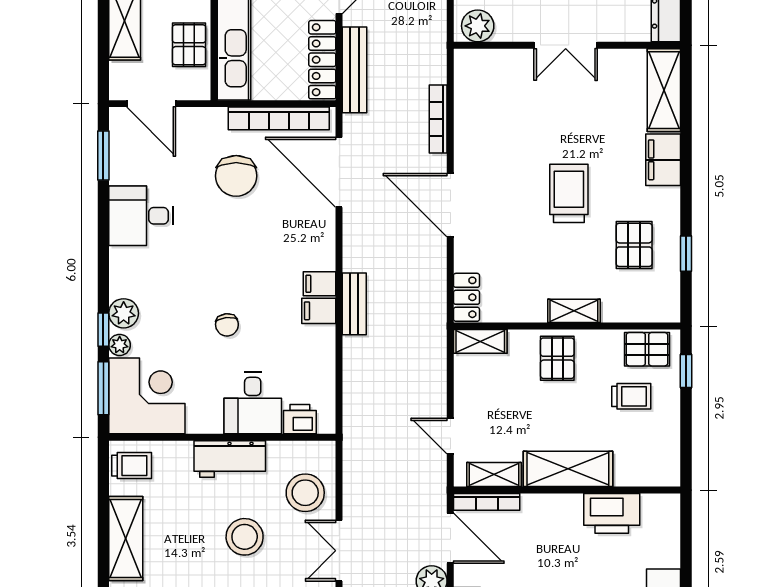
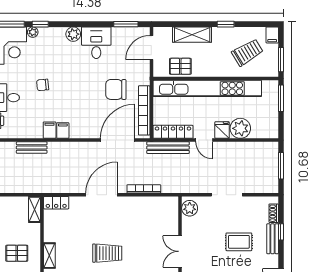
bench: (354, 304) -> (32, 148), moved
plant: (124, 313) -> (73, 34), moved
pallet: (557, 358) -> (17, 253), moved

